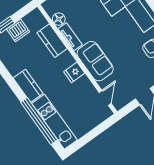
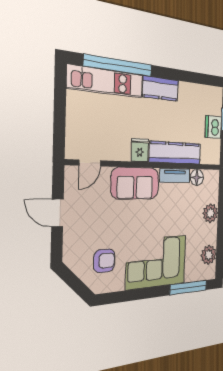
kitchen counter: (52, 41) -> (175, 153), width x1.50
door: (105, 98) -> (90, 163), hinge flipped

